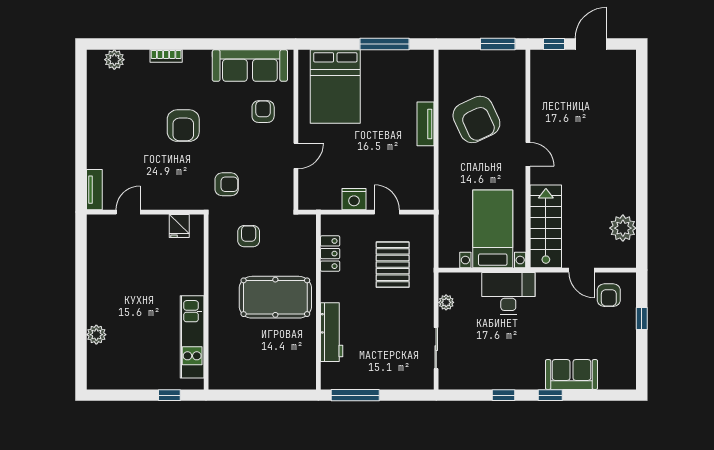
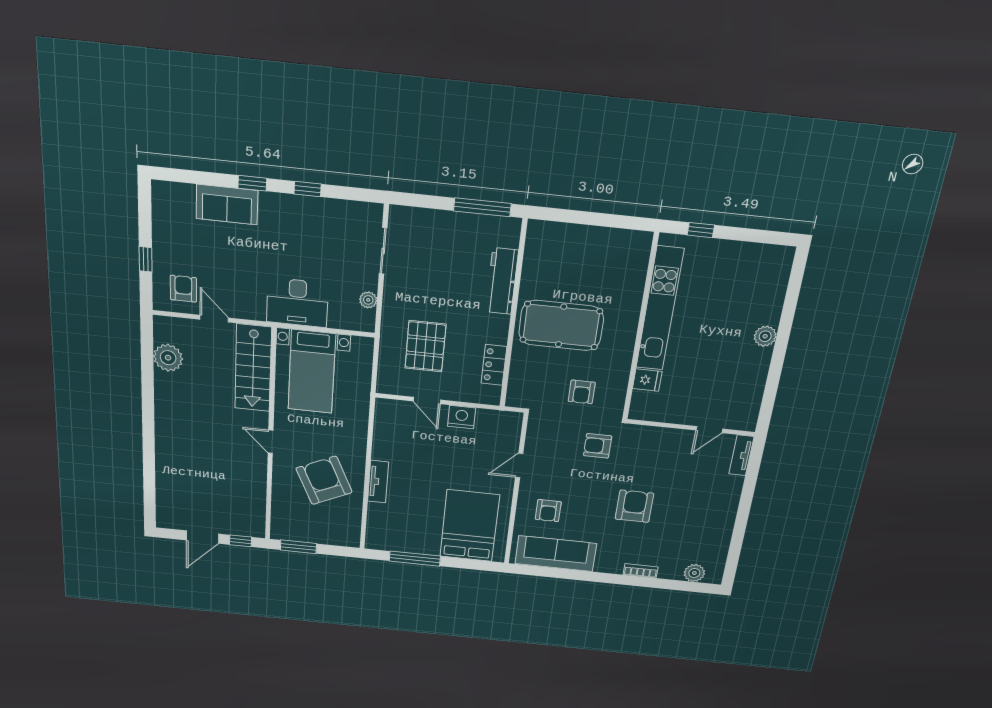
fridge: (179, 226) -> (647, 380), moved, turned 90
plant: (96, 335) -> (765, 336), moved
kitchen unit: (192, 337) -> (660, 309), width x1.36

